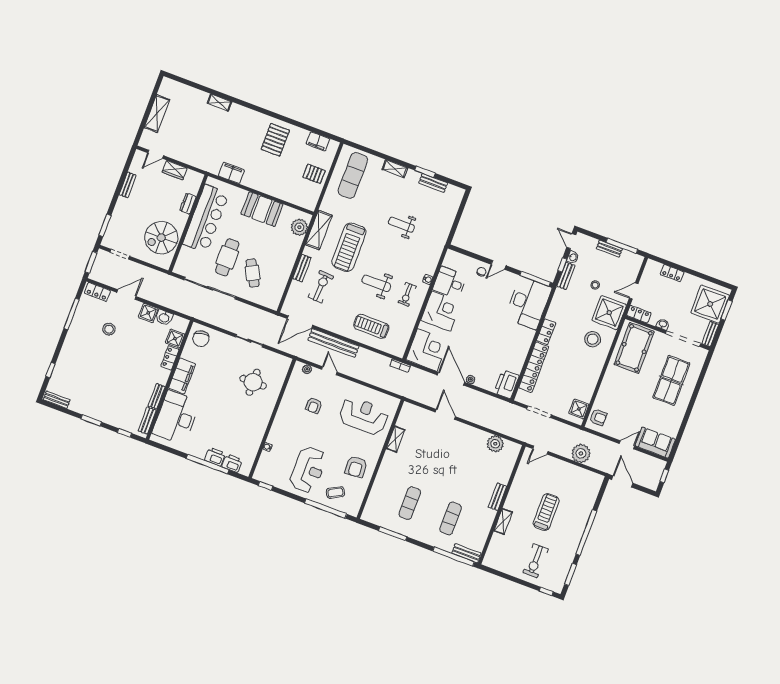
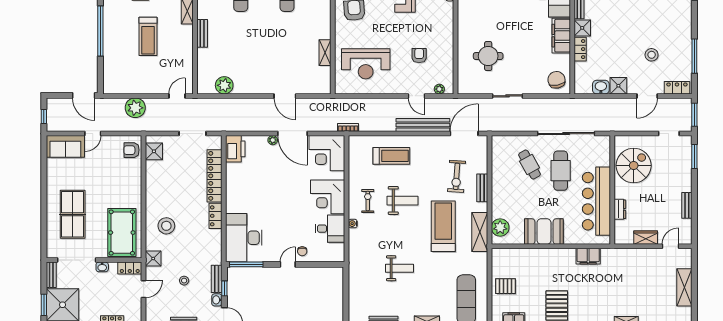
shower: (609, 313) -> (153, 259), width x0.54, depth x0.54
shower: (175, 339) -> (582, 28), moved

